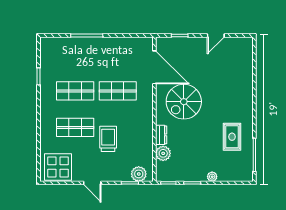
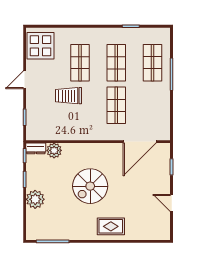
shop shelf: (75, 55) -> (153, 63), added
spiral stairs: (184, 102) -> (90, 186), moved, turned -90
dresser: (161, 135) -> (36, 148), moved
rug: (232, 137) -> (111, 226), moved
trolley: (108, 139) -> (68, 96), turned 180
plant: (139, 174) -> (34, 126), removed
plant: (212, 177) -> (35, 199), width x1.88, depth x1.88

